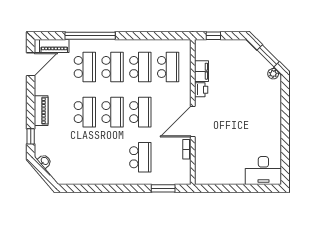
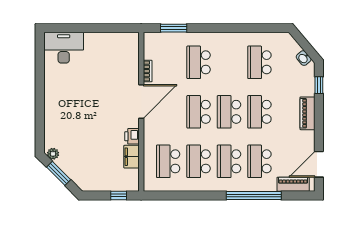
school desk: (85, 157) -> (259, 62), added

